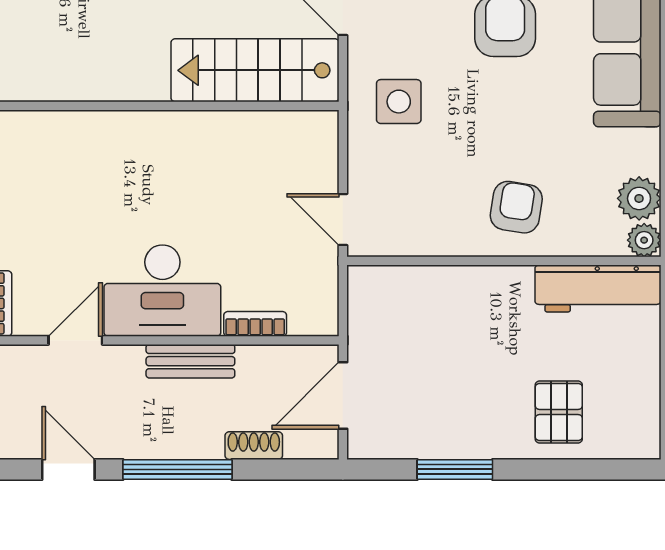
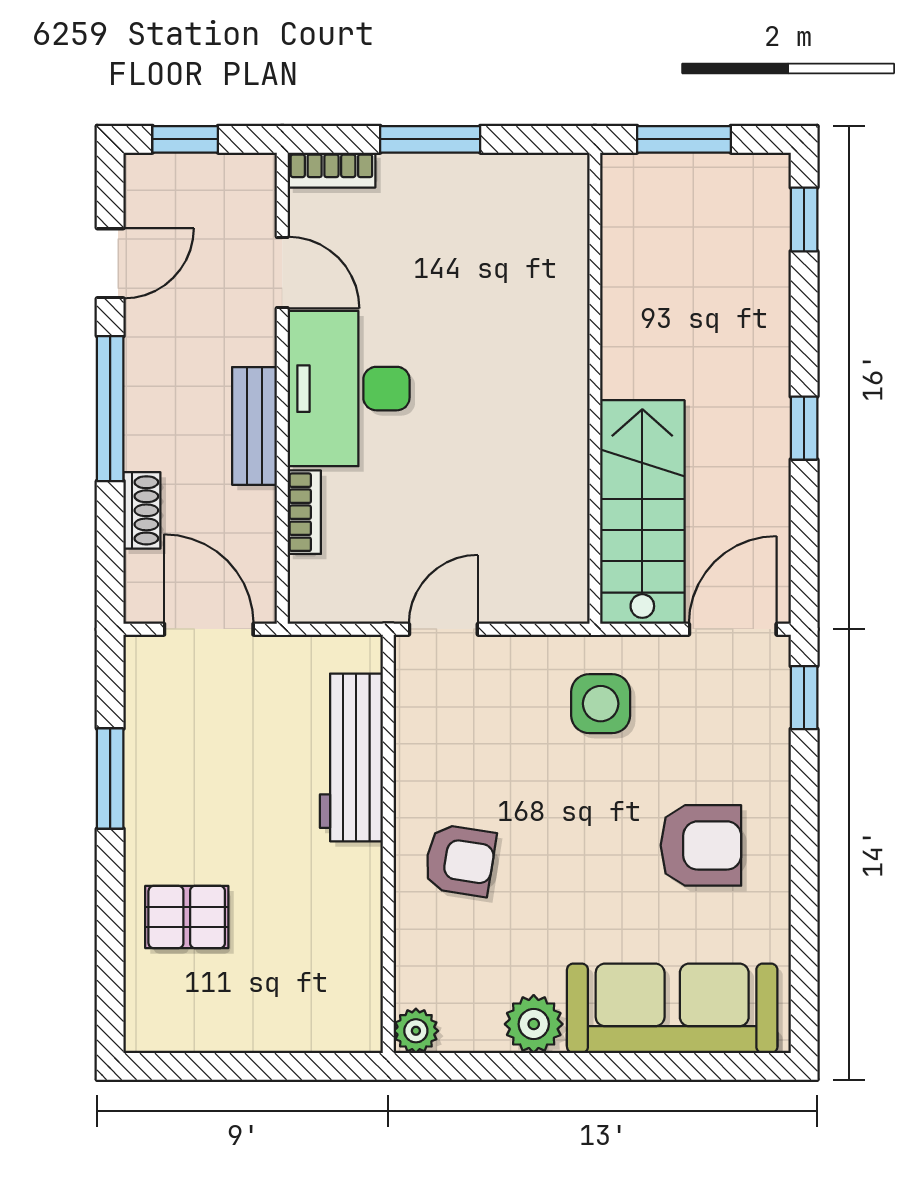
plant: (639, 198) -> (534, 1024), moved
workbench: (598, 288) -> (351, 757), moved

